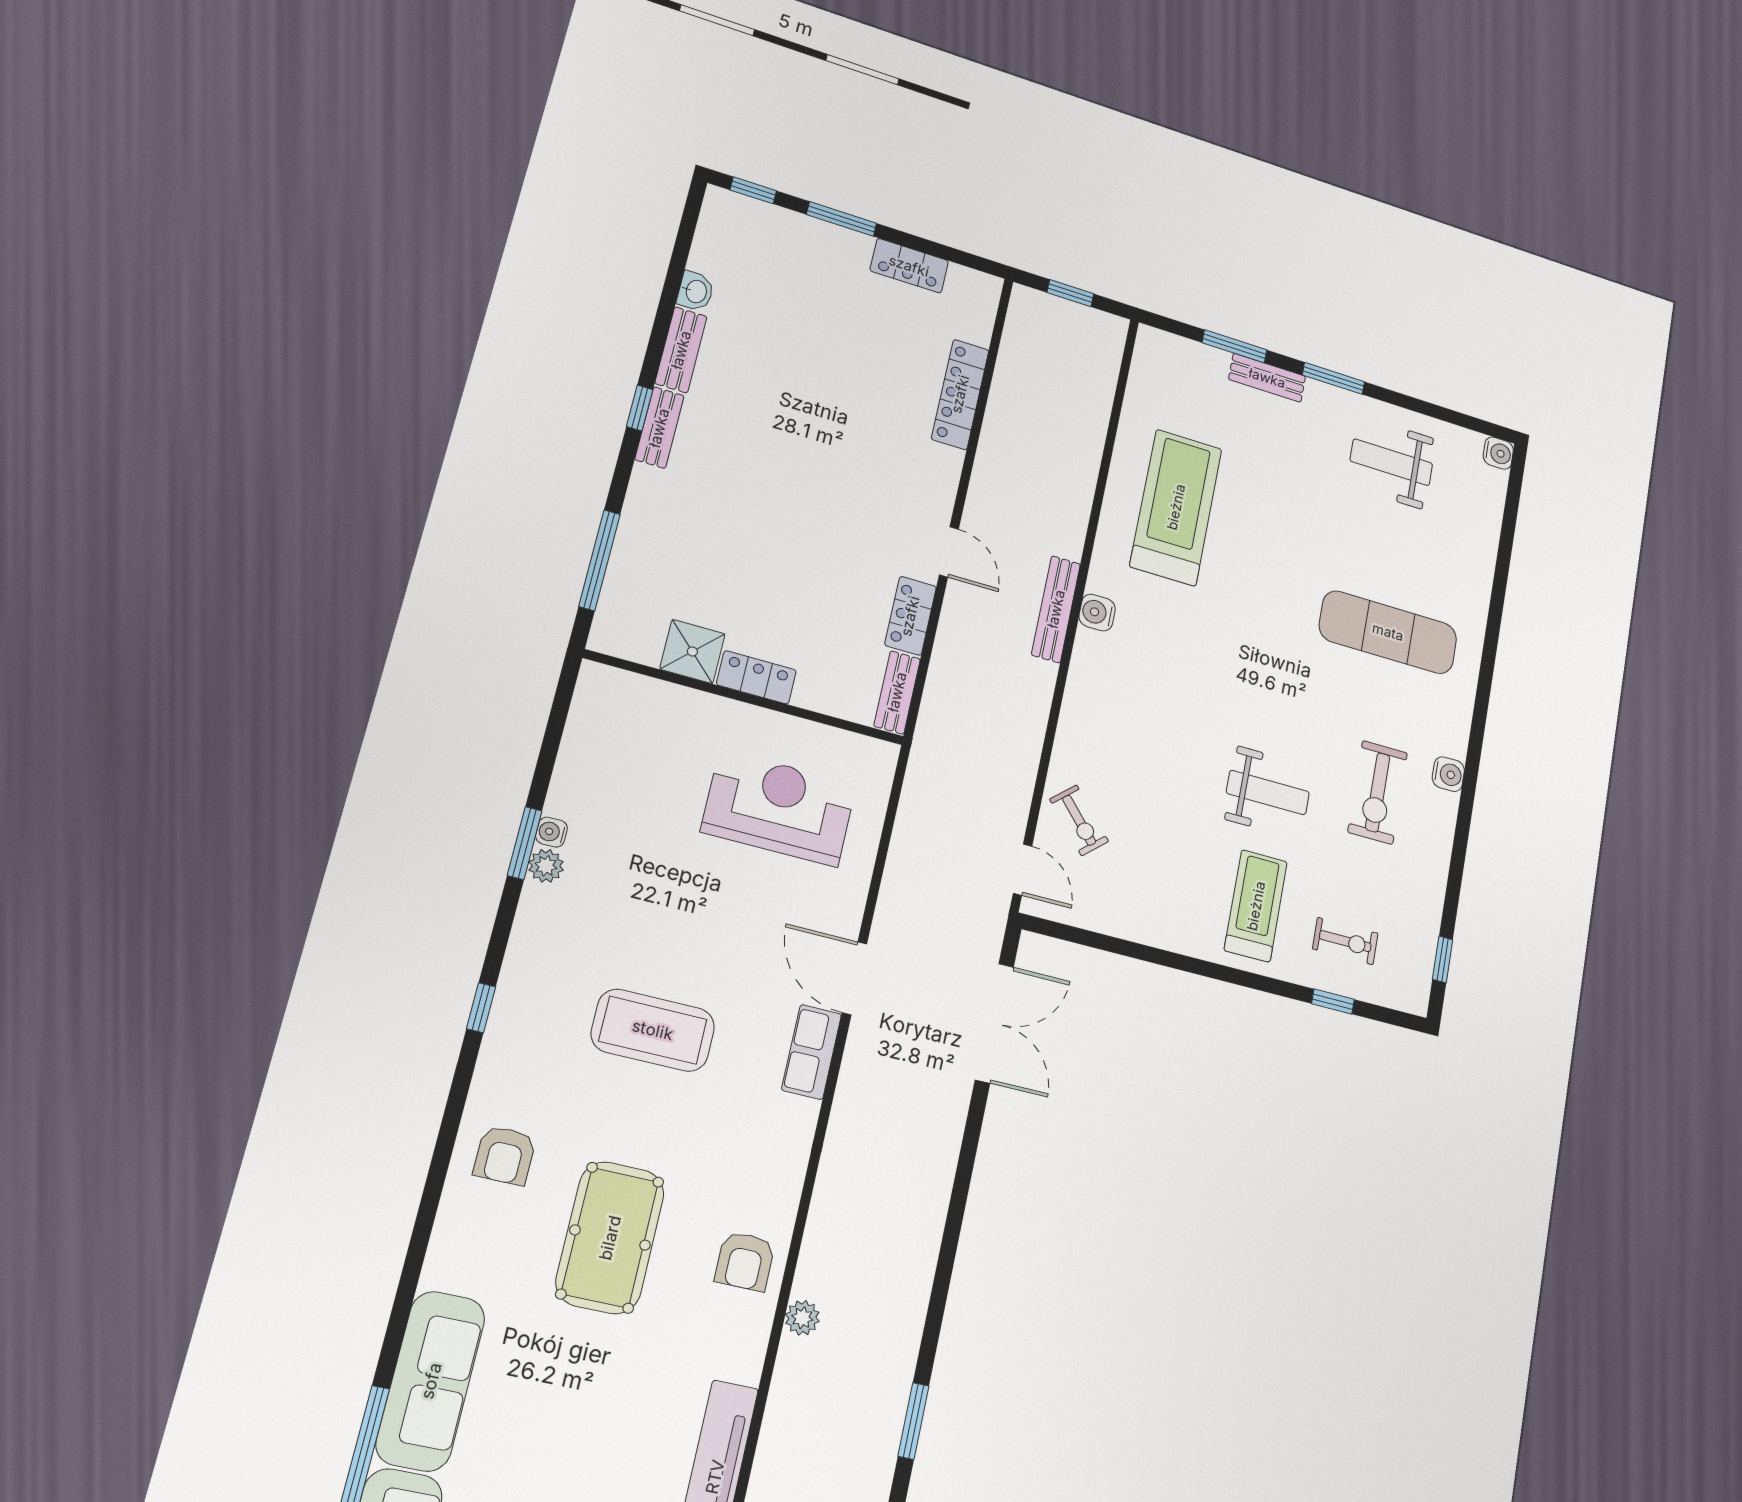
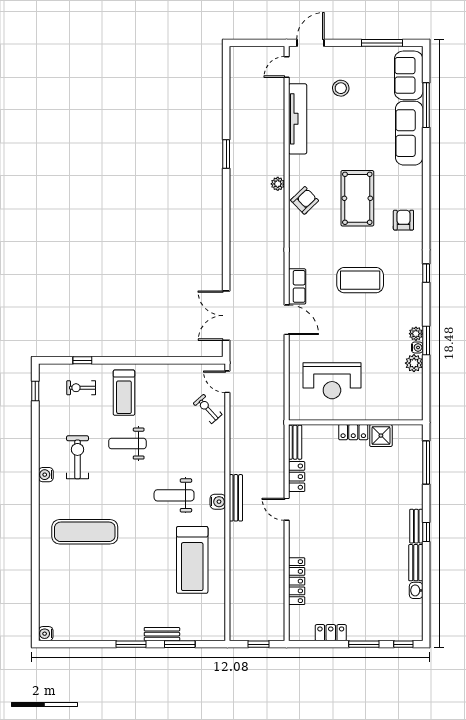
weight bench: (1391, 462) -> (174, 495), moved, turned 180
plant: (569, 797) -> (414, 363), added
armchair: (745, 1261) -> (305, 200), turned 46

